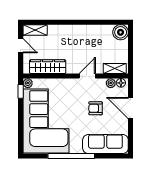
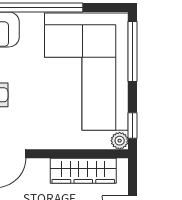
window: (21, 132) -> (133, 52), added

